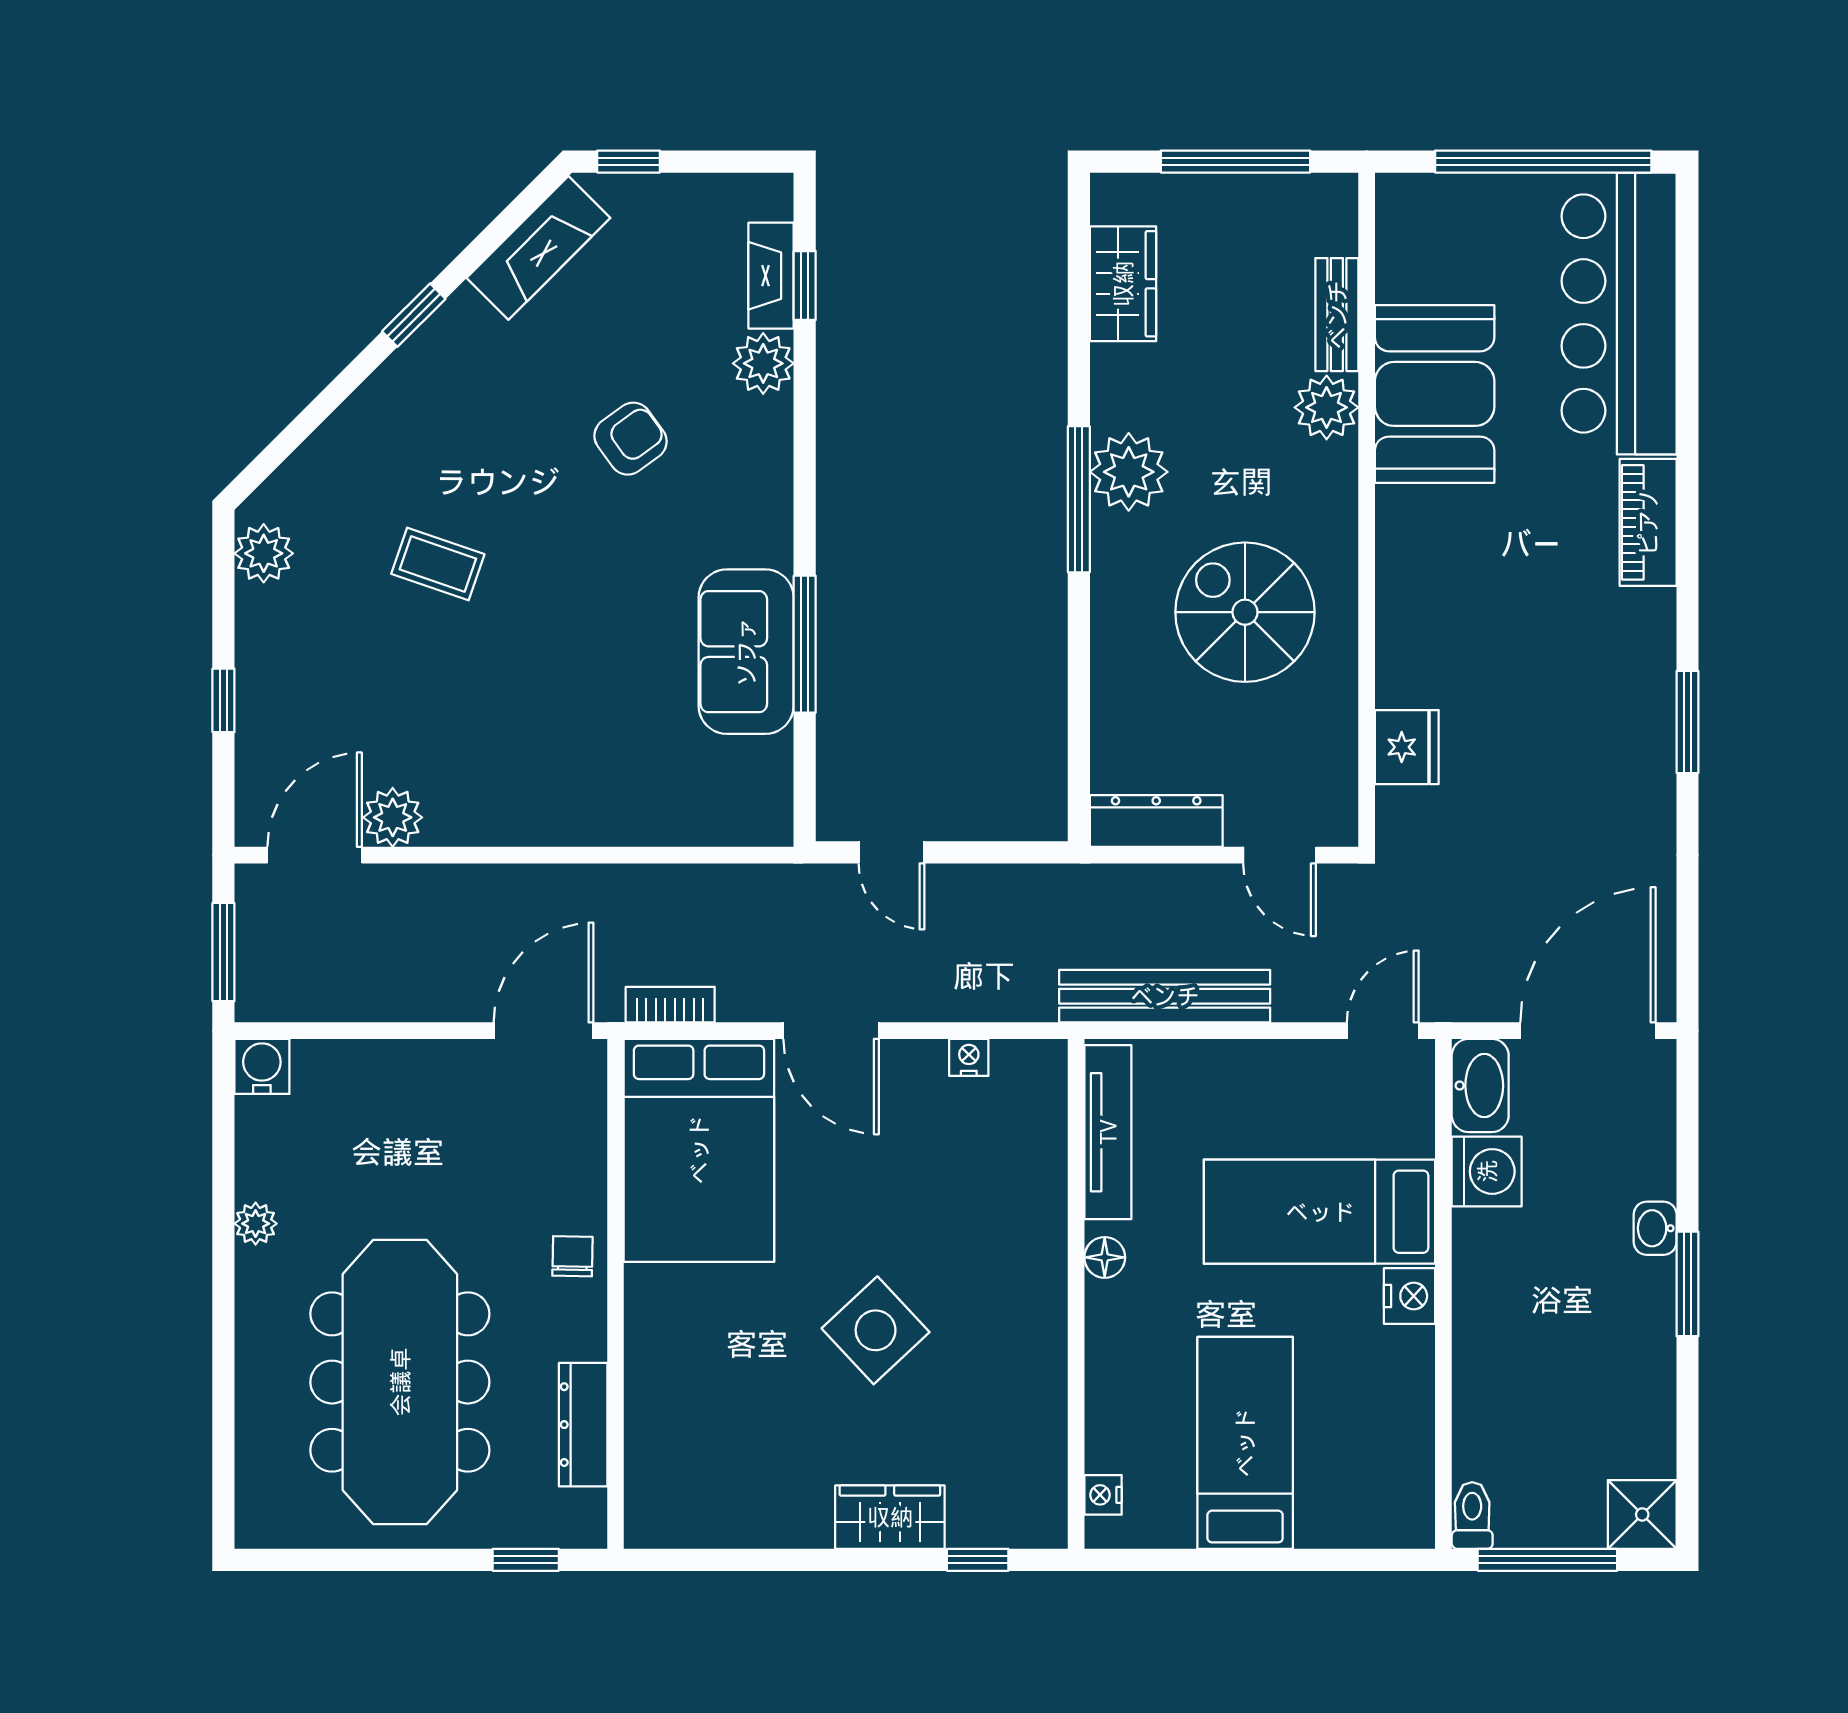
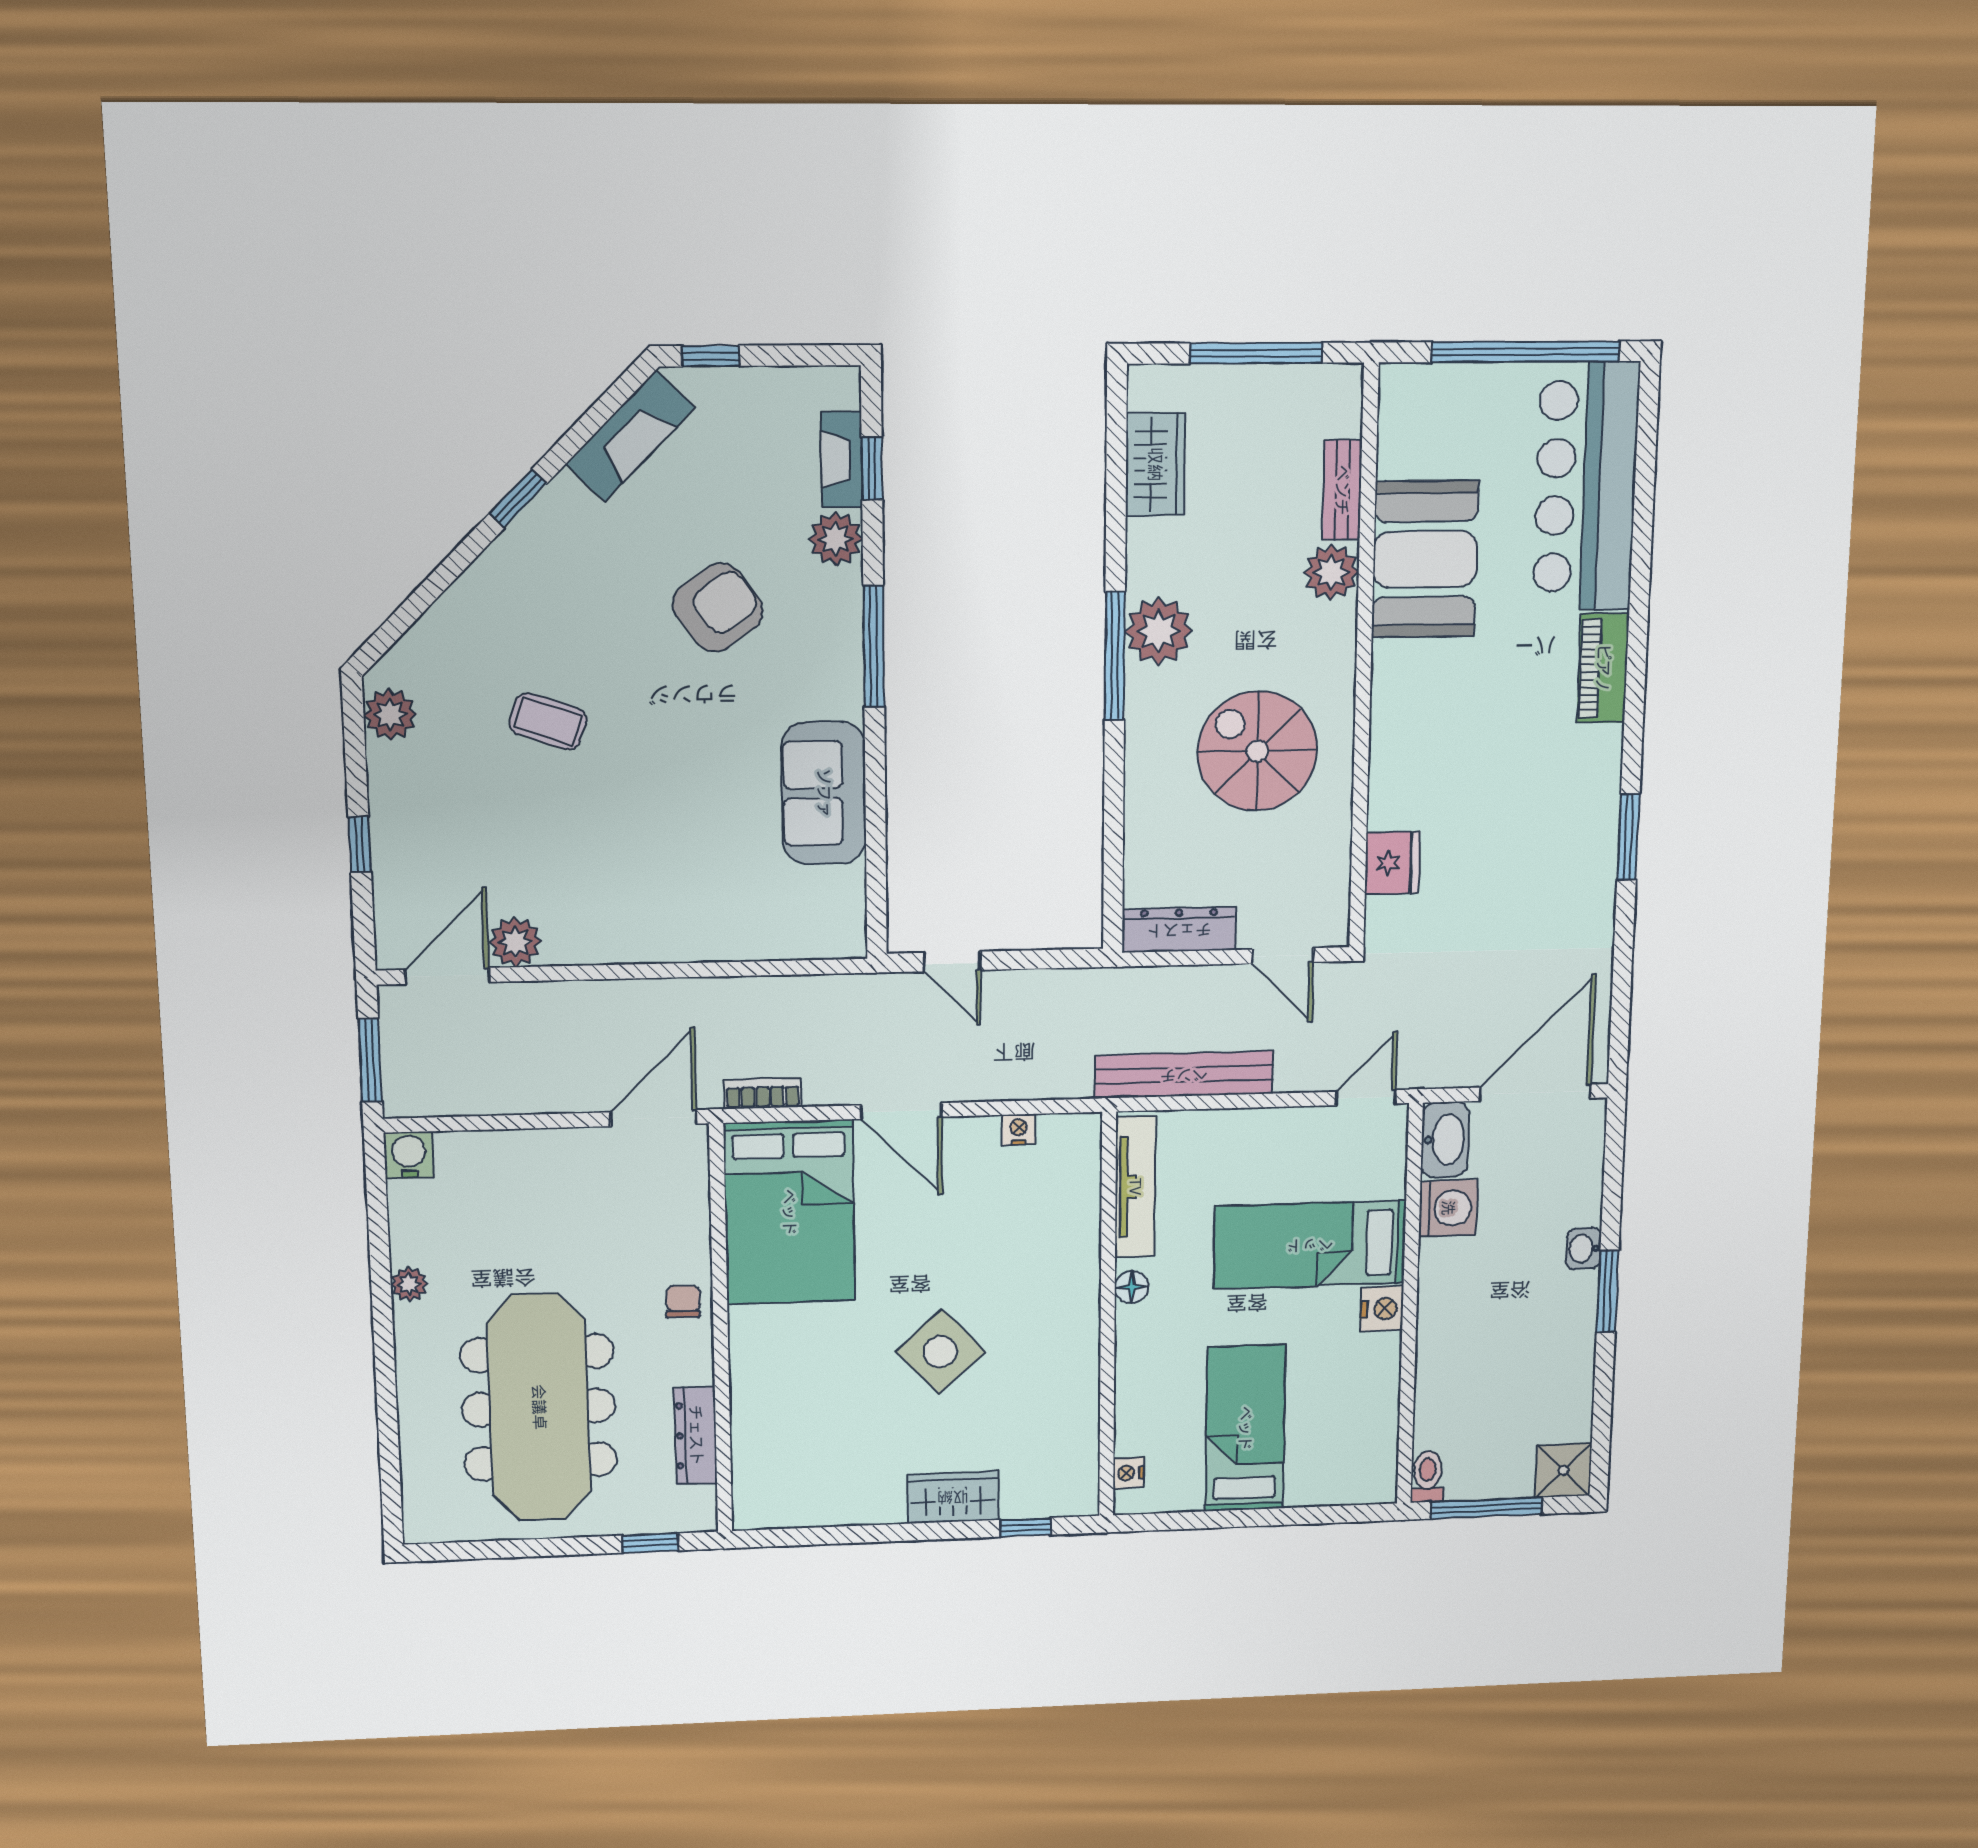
armchair: (631, 439) -> (718, 608), width x1.38, depth x1.38
window: (805, 644) -> (874, 646), moved

